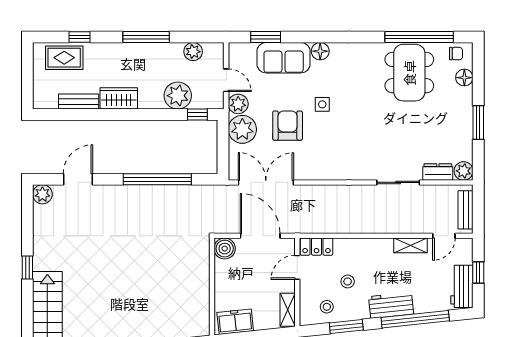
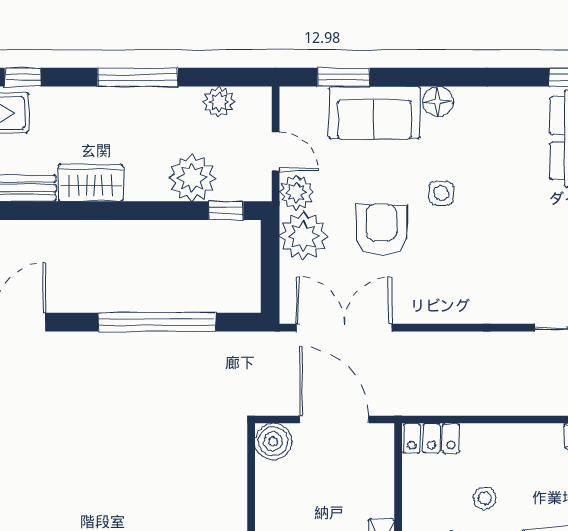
door: (297, 267) -> (398, 474), removed

